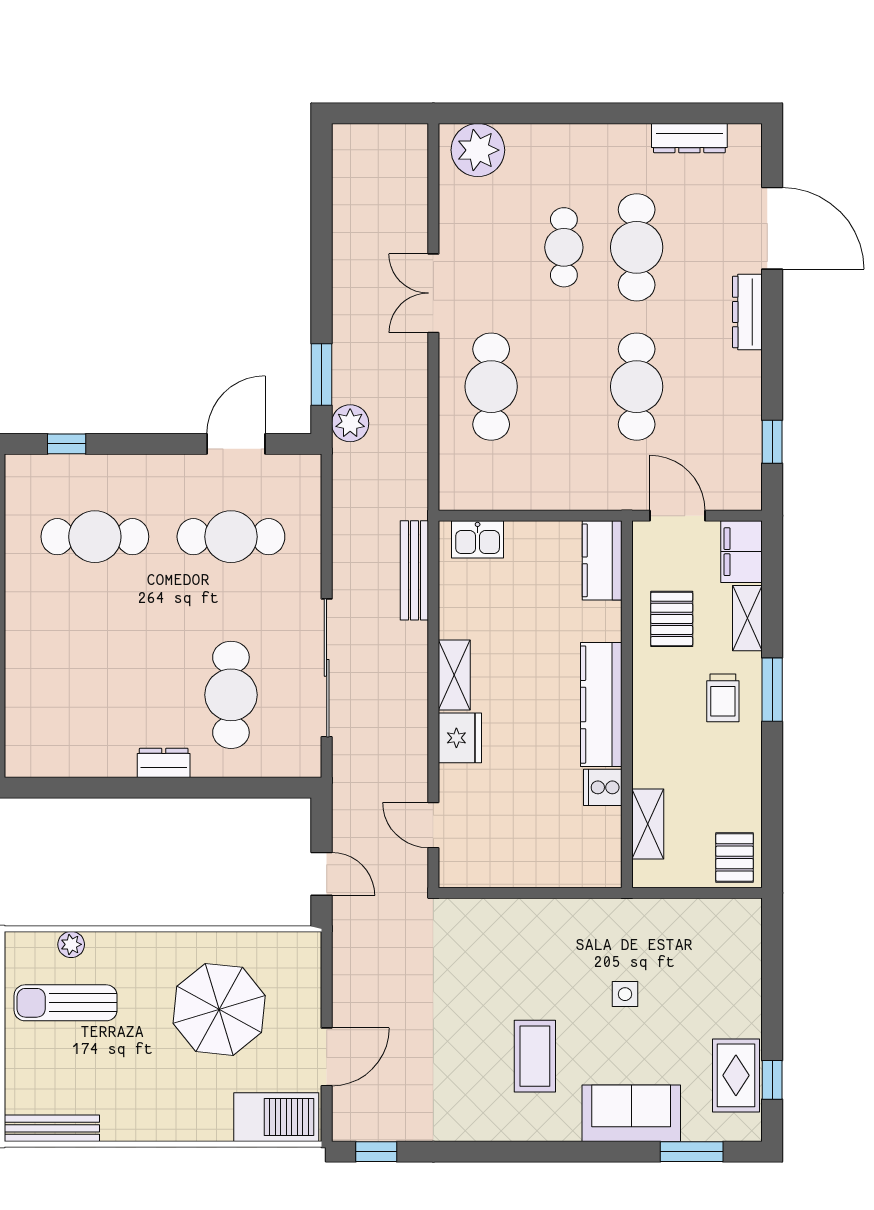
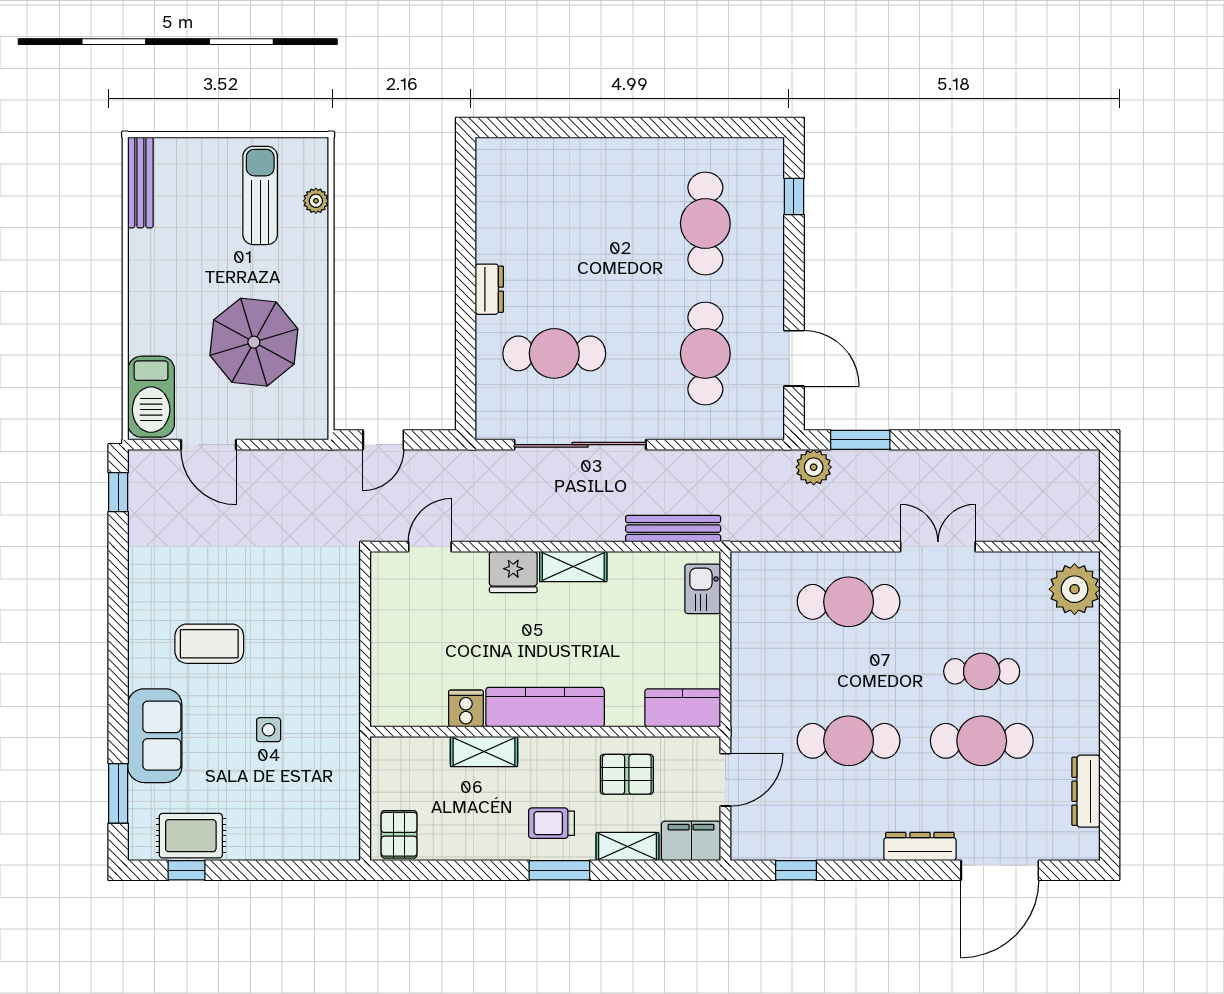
shelving: (648, 824) -> (484, 751), moved
pallet: (735, 857) -> (399, 834), turned 90

